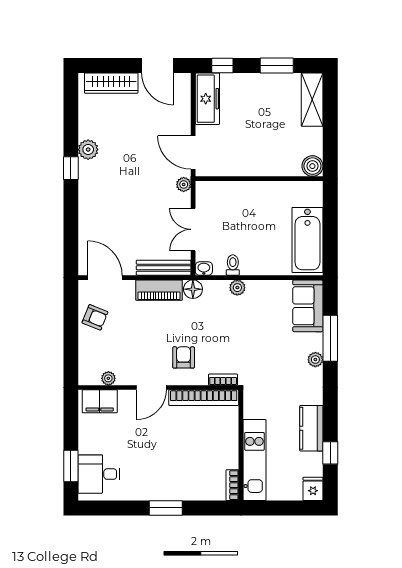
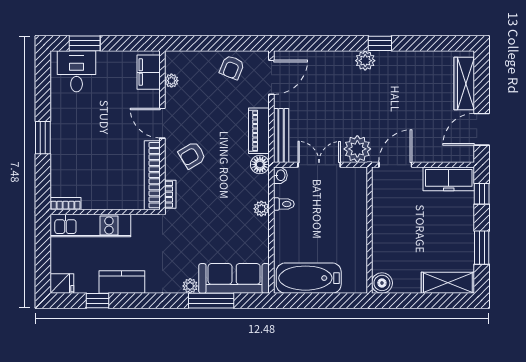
plant: (88, 150) -> (365, 61), moved
plant: (184, 184) -> (357, 149), width x1.88, depth x1.88
sofa: (308, 306) -> (234, 278), width x1.36
armchair: (184, 357) -> (192, 155), turned 149

